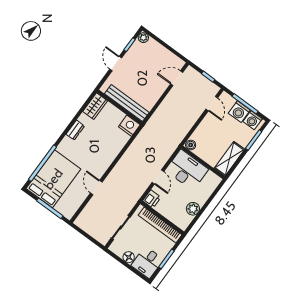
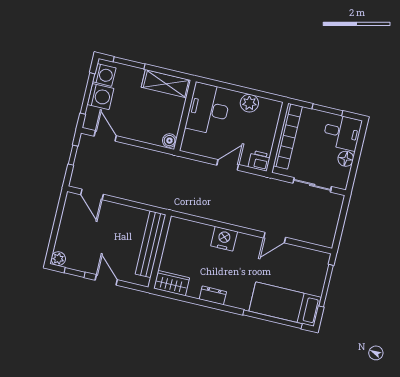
door: (116, 64) -> (106, 280), swing flipped
door: (212, 104) -> (105, 136), hinge flipped
nightstand: (129, 126) -> (224, 239), moved, turned 90
desk: (187, 170) -> (209, 109), moved
bed: (53, 179) -> (285, 304), width x0.67

